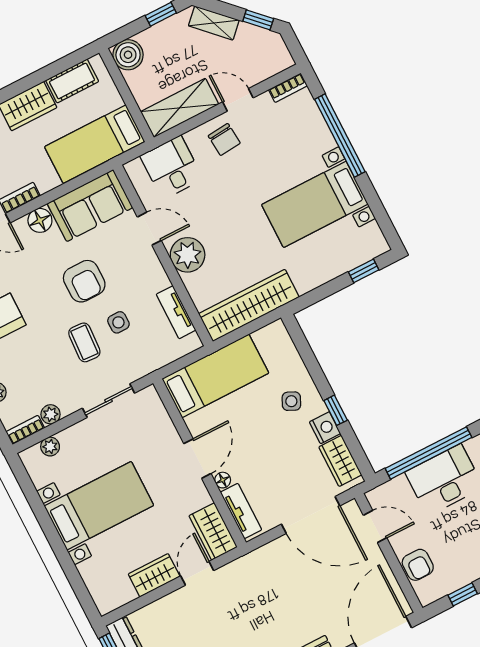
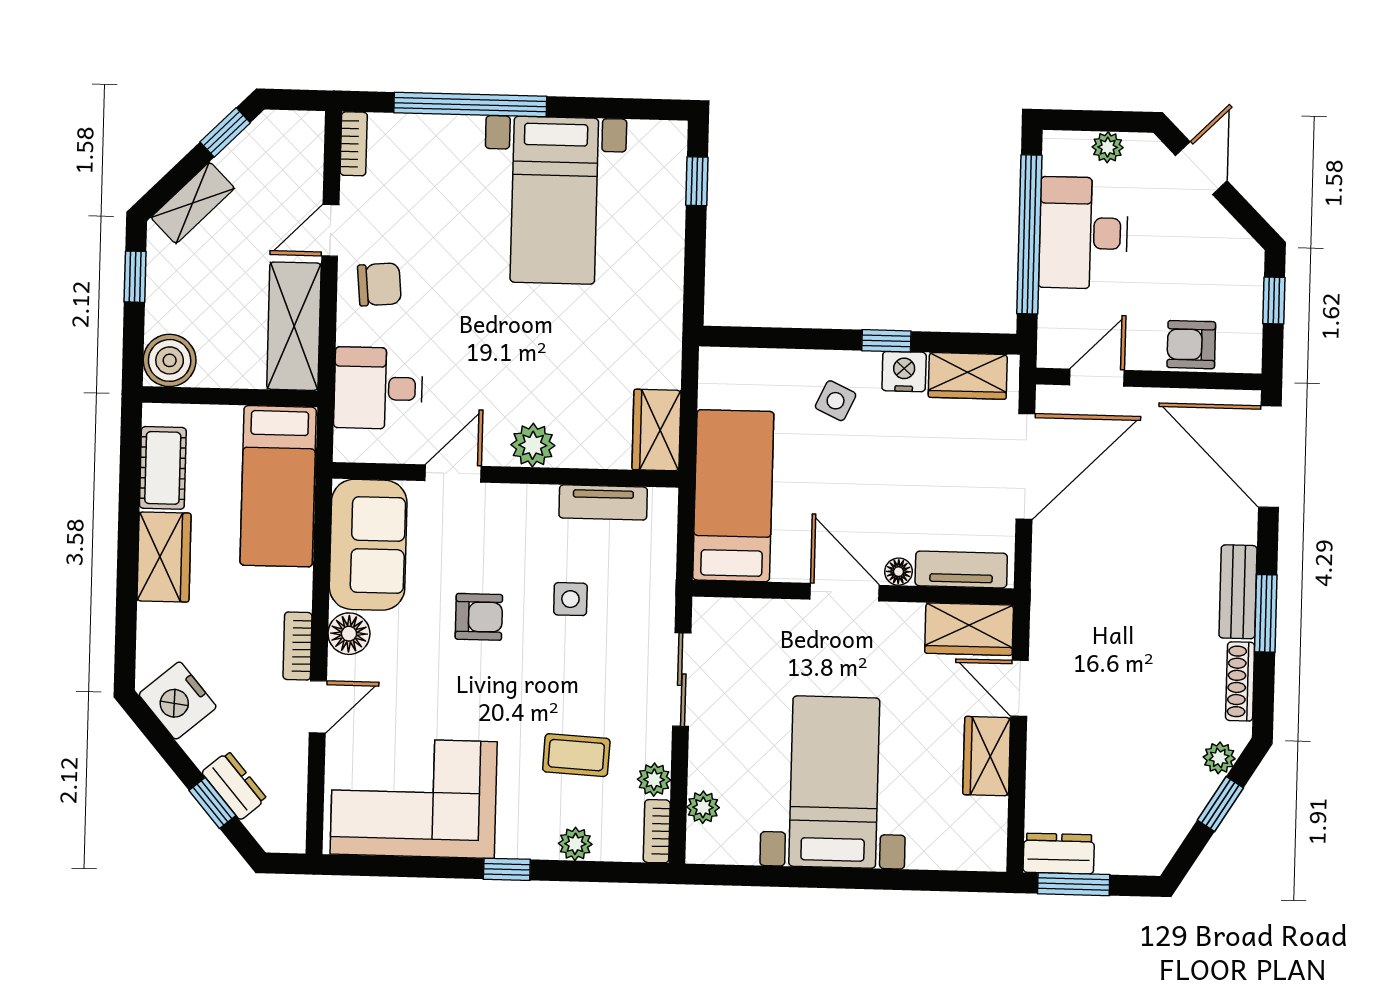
plant: (188, 255) -> (533, 445), width x0.73, depth x0.73
armchair: (84, 281) -> (479, 617), width x0.72, depth x0.72
wardrobe: (249, 305) -> (656, 430), width x0.48, depth x0.85
coffee table: (84, 342) -> (576, 755), moved
armchair: (418, 565) -> (1191, 345), turned 180

